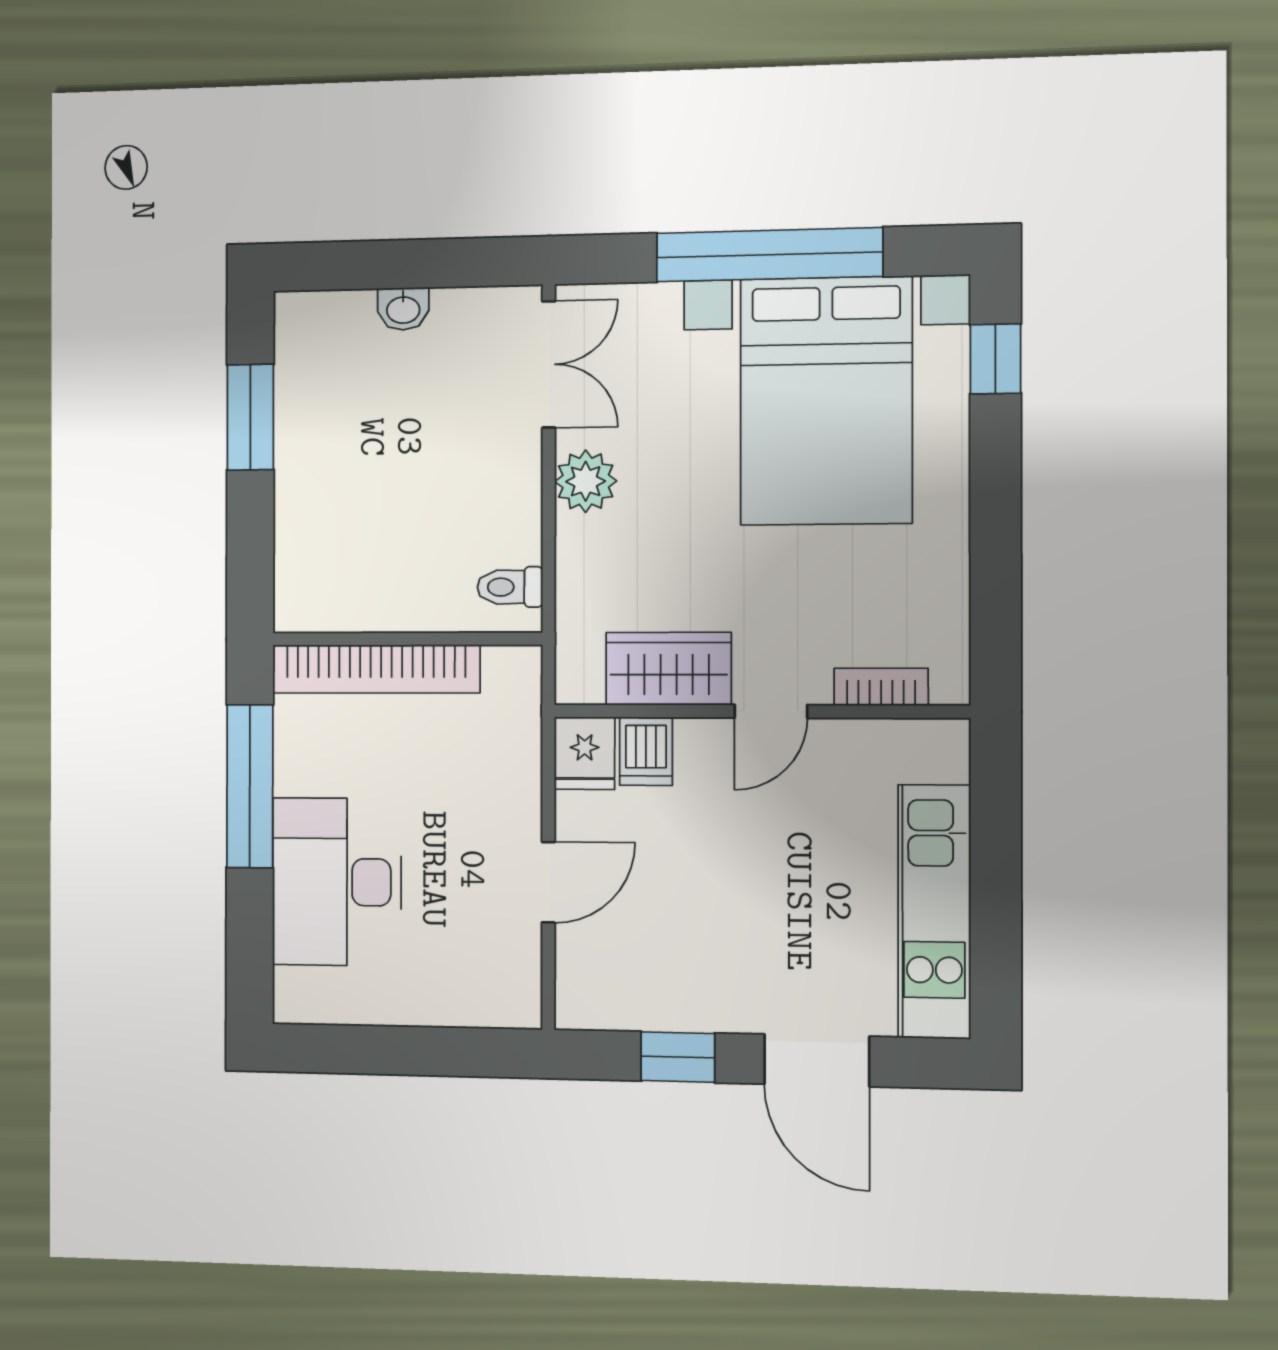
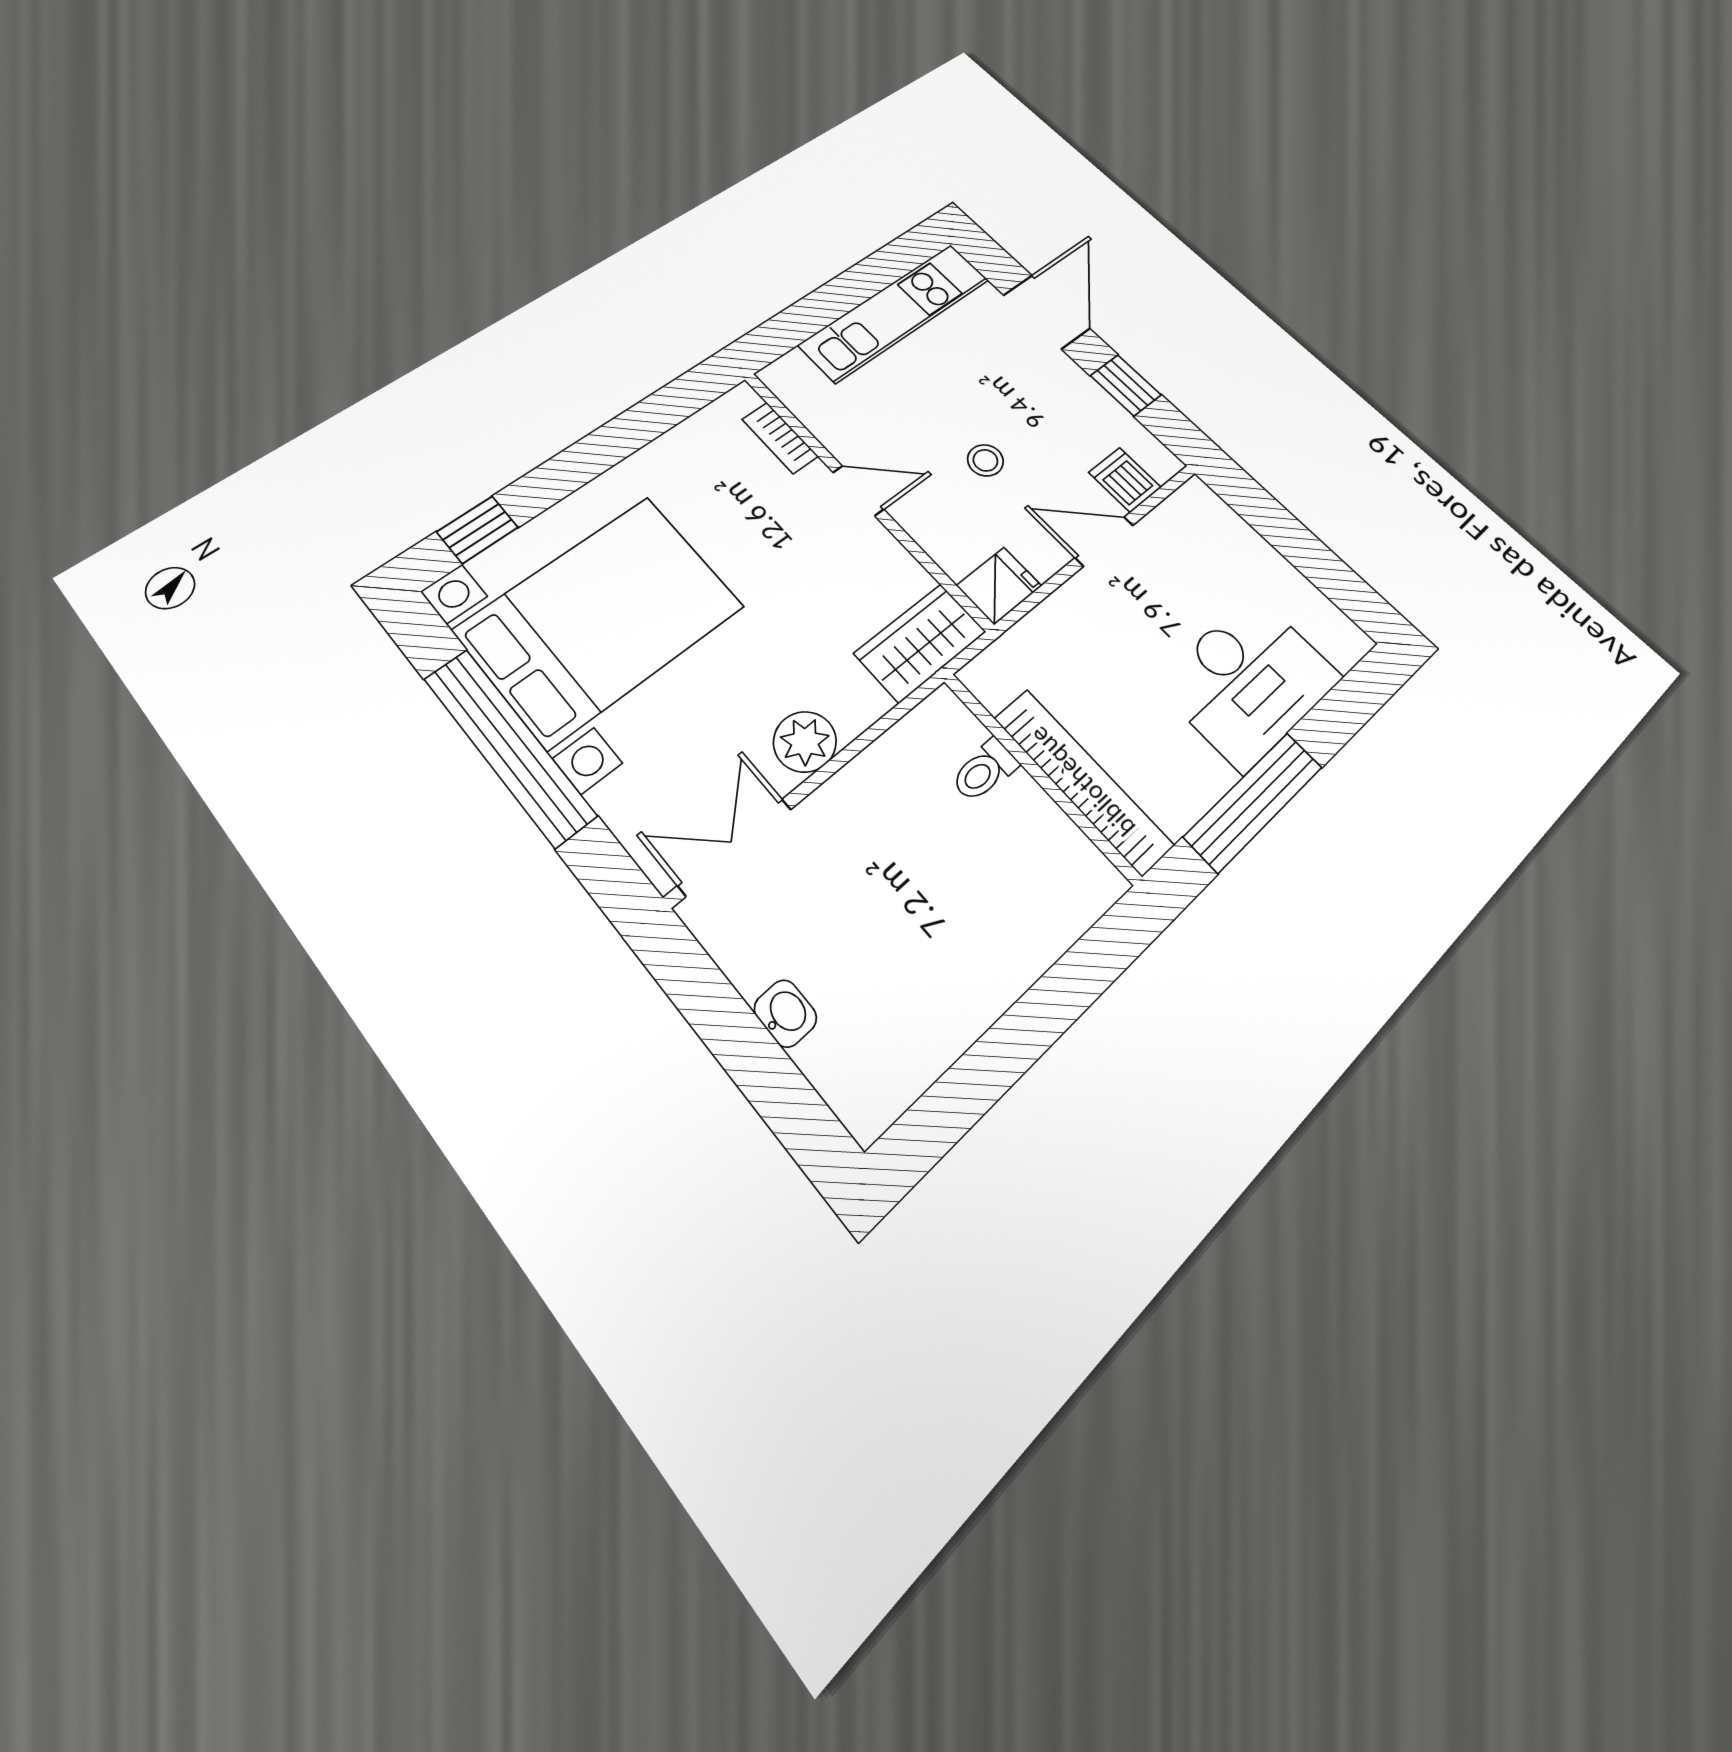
window: (250, 417) -> (989, 1069), removed
toilet: (510, 587) -> (984, 770), moved, turned 90
wardrobe: (669, 669) -> (920, 643), moved, turned 90
dishwasher: (646, 751) -> (1125, 480), moved, turned -90
stool: (709, 851) -> (985, 460), added

